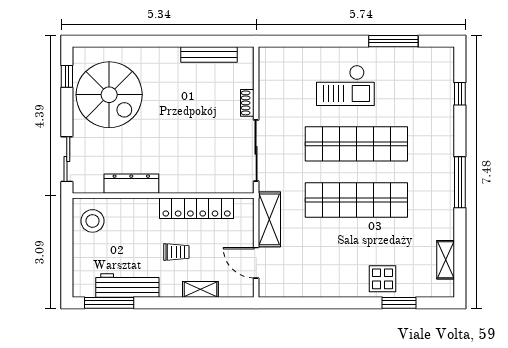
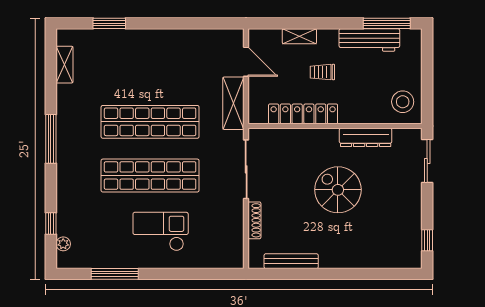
plant: (447, 72) -> (63, 244), added
spiral stairs: (109, 95) -> (338, 190), moved, width x0.73, depth x0.73
shoe rack: (247, 103) -> (254, 220), width x1.43
display table: (382, 279) -> (125, 46), removed

